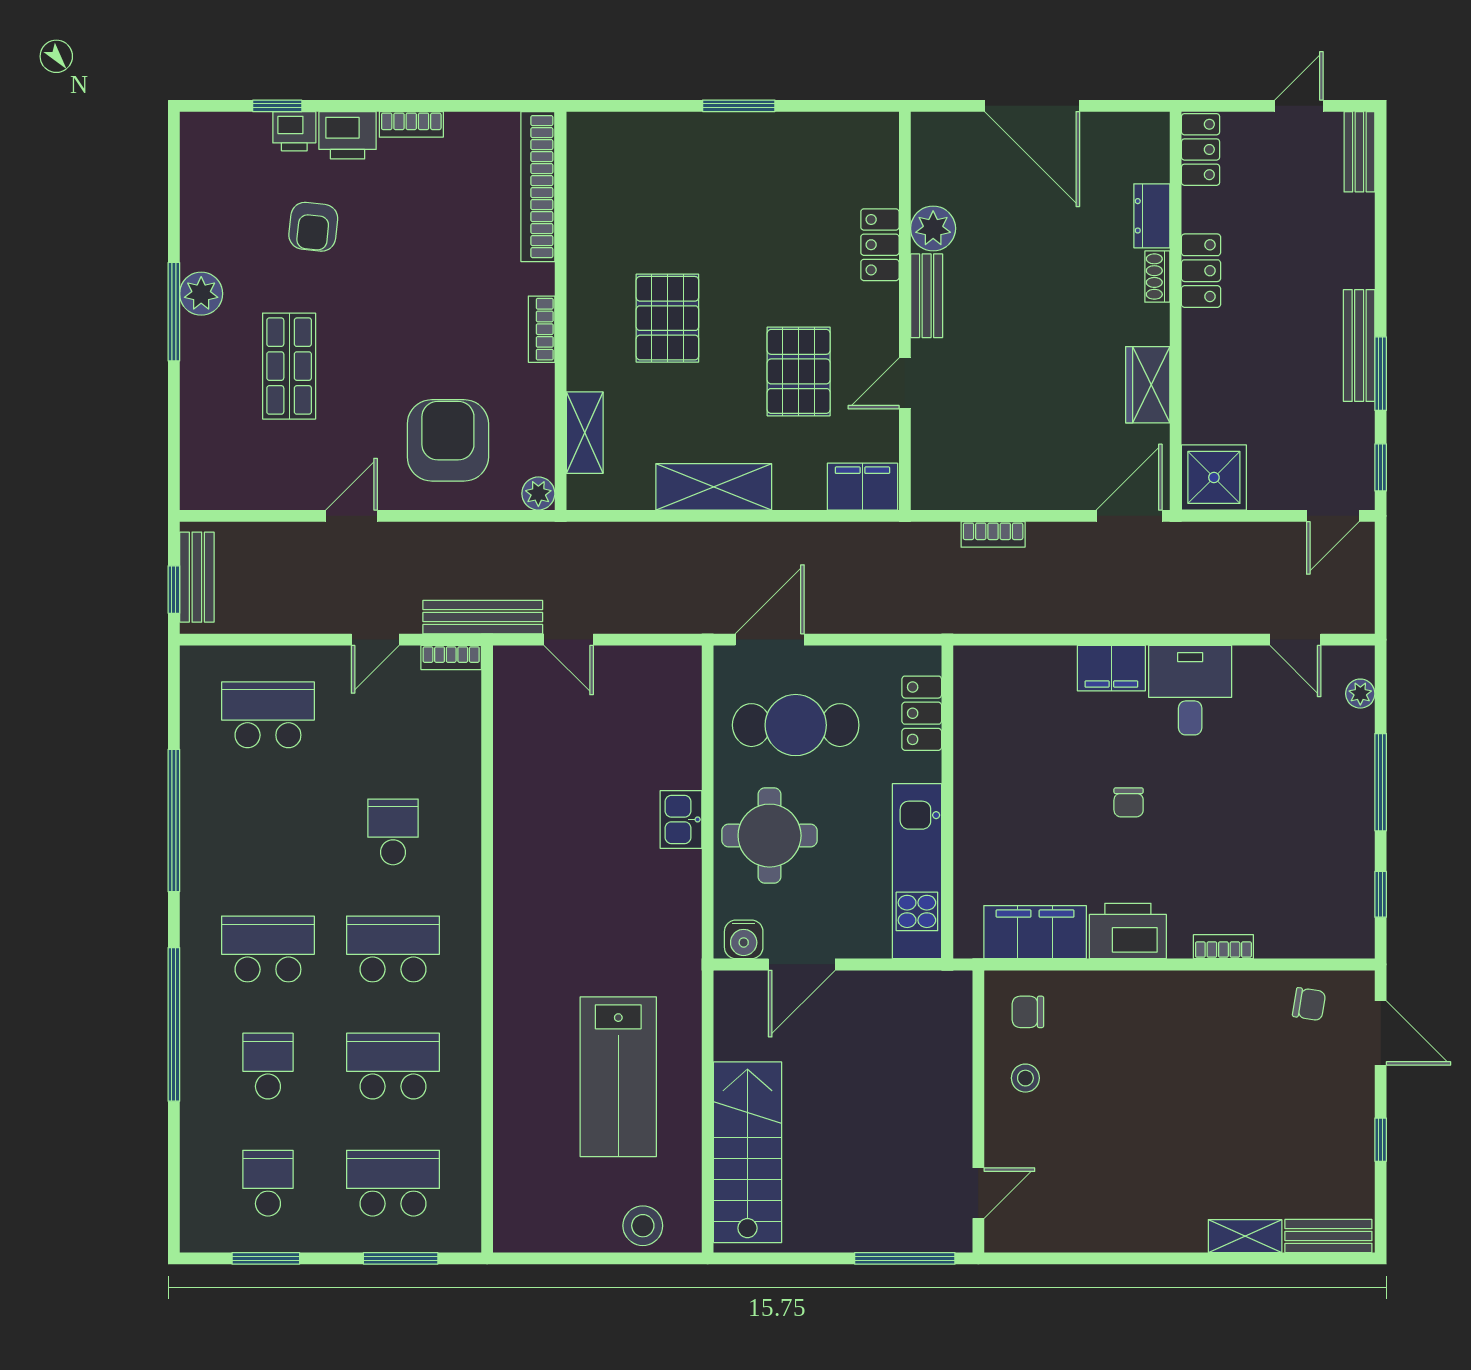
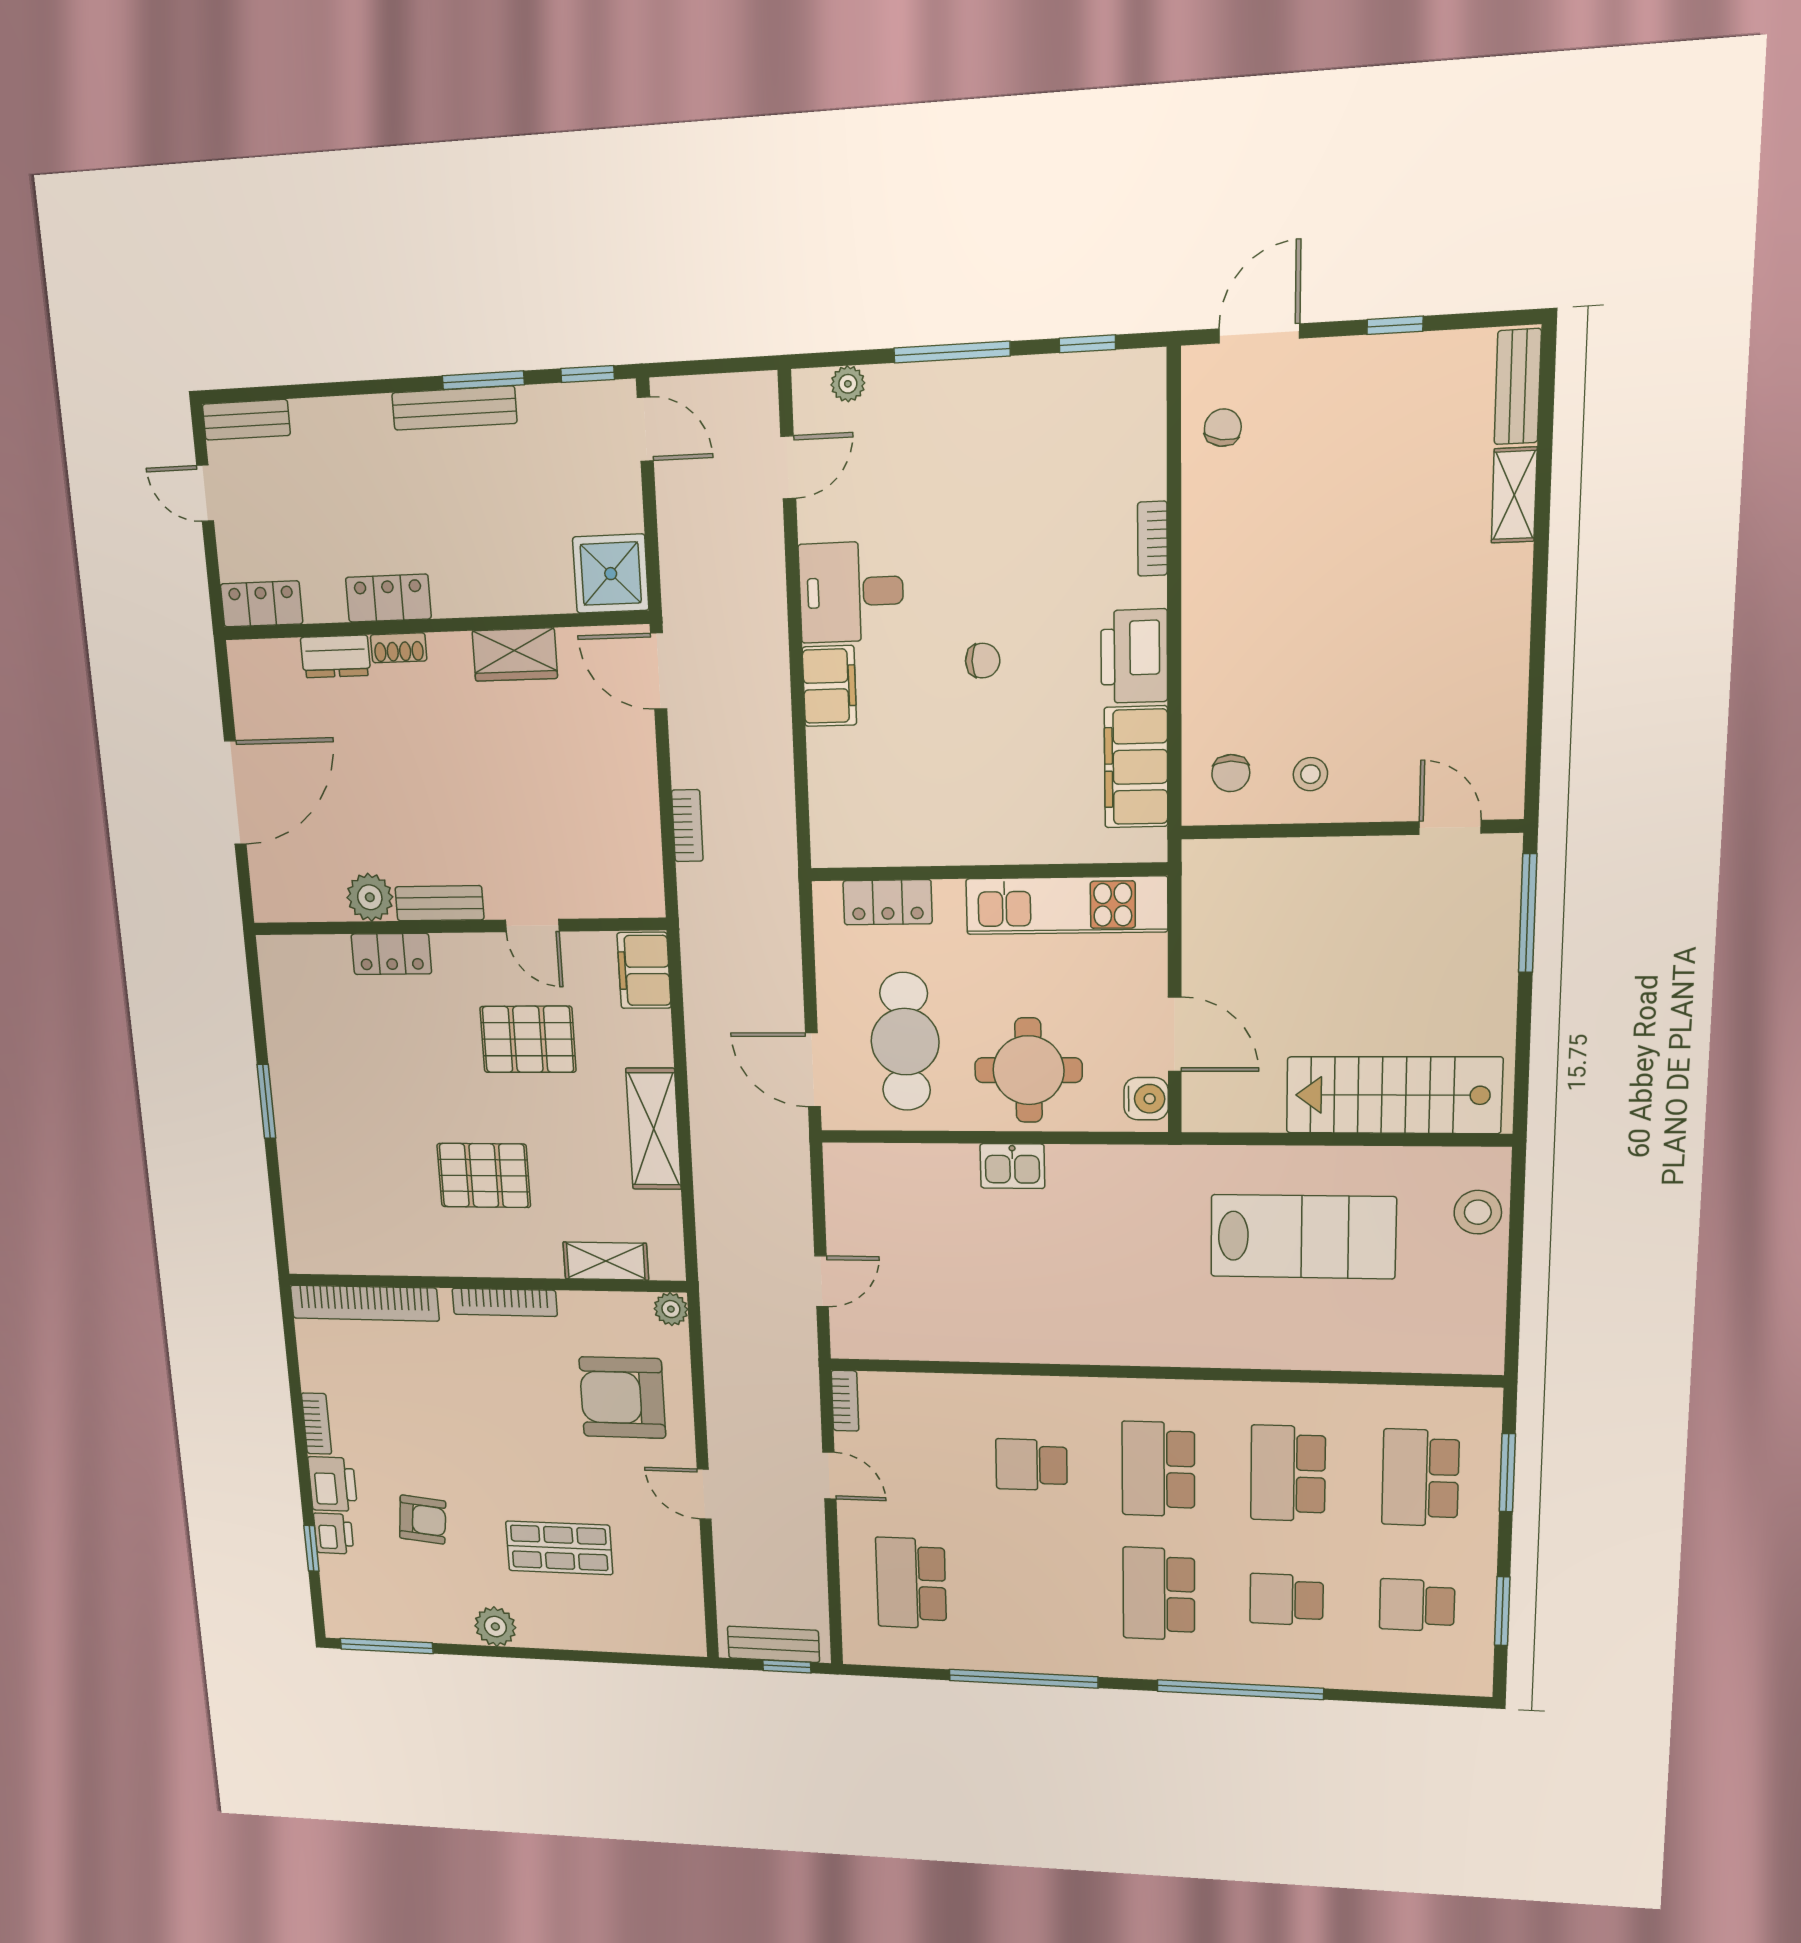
window: (174, 312) -> (387, 1646), moved
bookcase: (542, 329) -> (505, 1302), width x1.56
bench: (483, 617) -> (801, 1368), removed

